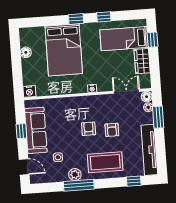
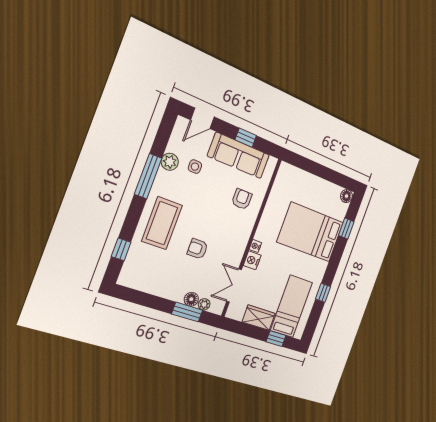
window: (76, 19) -> (346, 229), moved
floor lamp: (26, 52) -> (346, 196), moved
nightstand: (29, 91) -> (252, 260), moved
double door: (126, 91) -> (234, 285), swing flipped
floor lamp: (147, 97) -> (191, 299), moved
armchair: (89, 129) -> (242, 199), moved, turned -90
tv unit: (149, 150) -> (152, 285), removed
plant: (75, 175) -> (170, 162), moved

